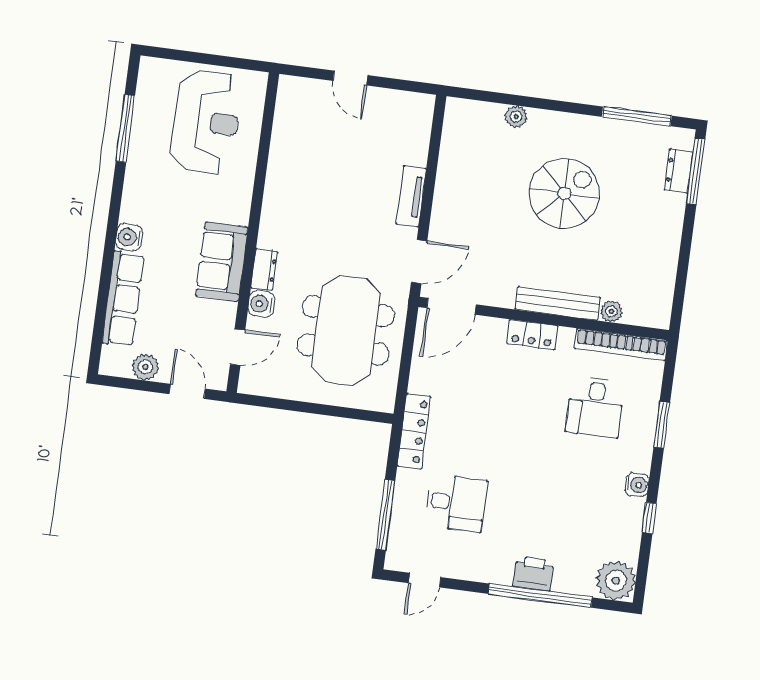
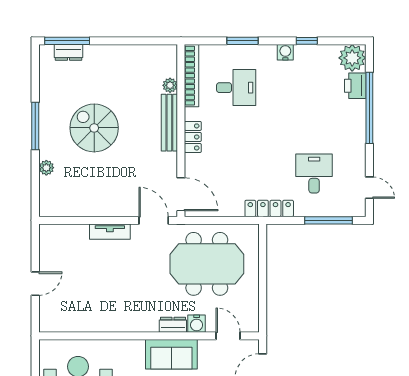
window: (637, 116) -> (35, 126), moved
printer: (533, 574) -> (355, 86), moved

